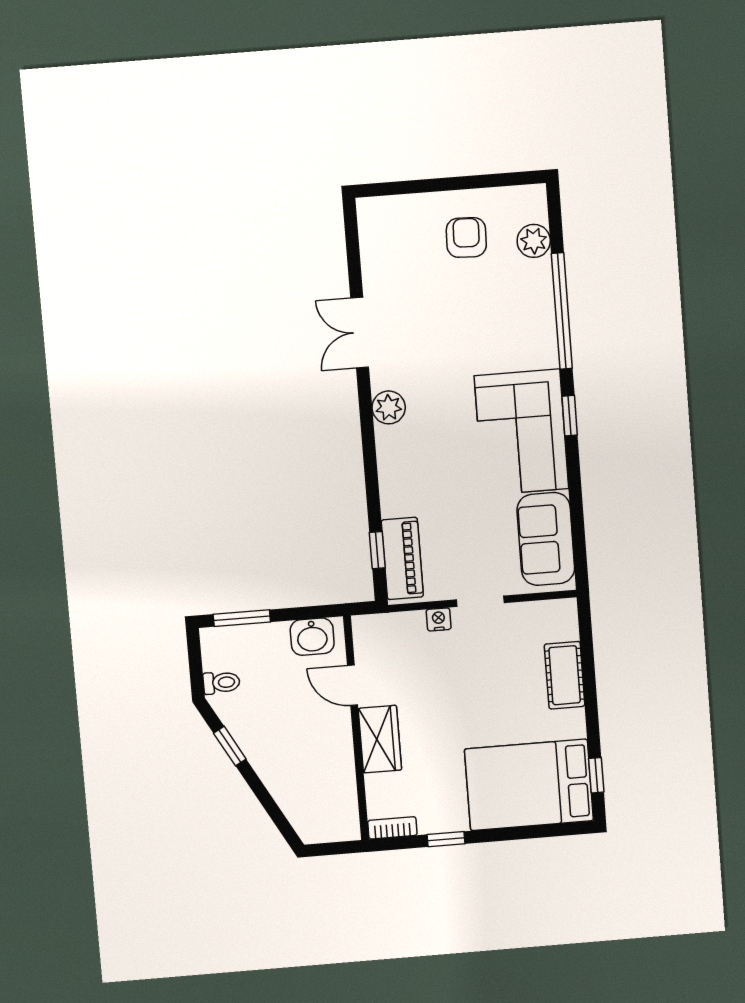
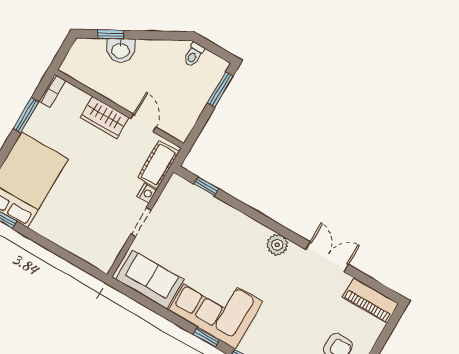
piano: (402, 558) -> (371, 300), moved
washbasin: (312, 637) -> (121, 50), moved, turned -119
cot: (565, 675) -> (158, 165), moved, turned 90
door: (353, 685) -> (144, 123), hinge flipped
window: (230, 746) -> (111, 34), moved
window: (446, 839) -> (26, 115), width x1.50

